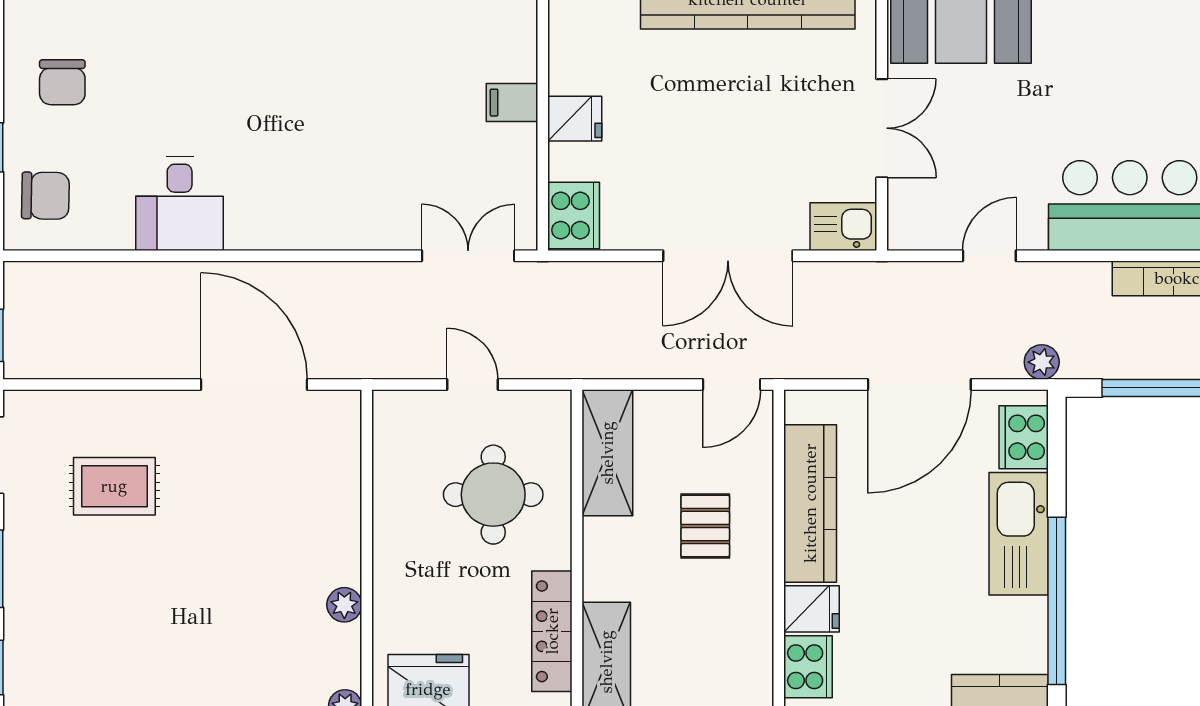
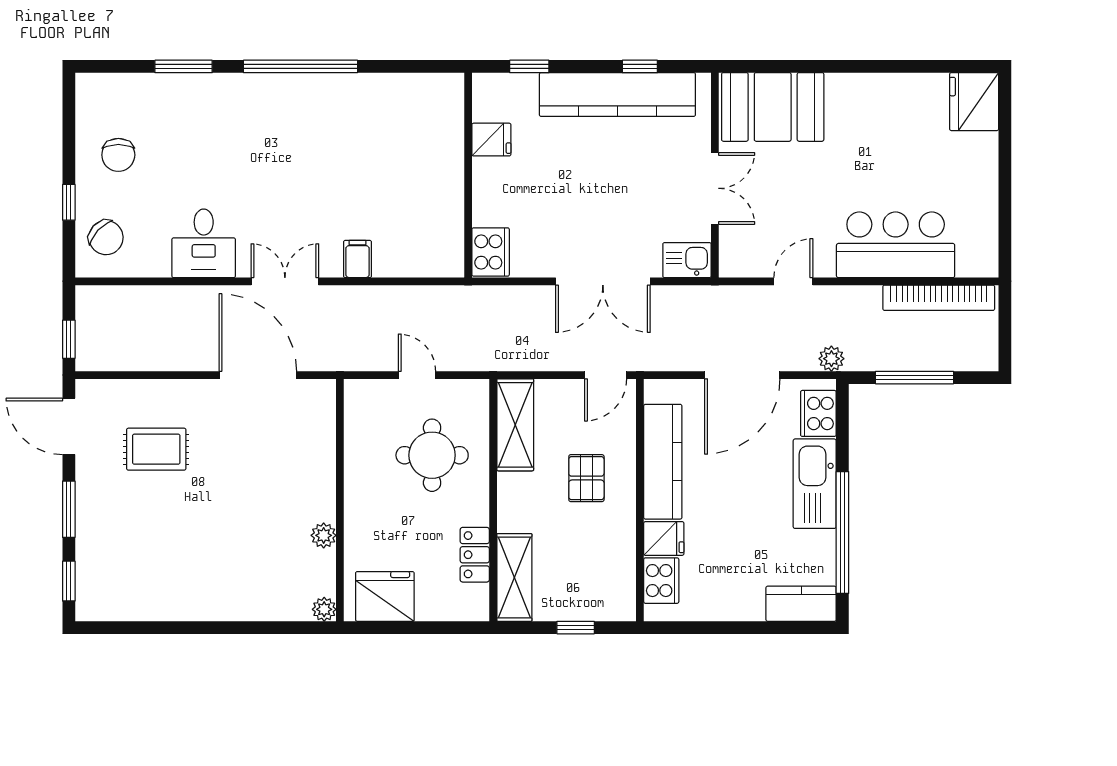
filing cabinet: (512, 103) -> (357, 259), moved, turned 90
fridge: (575, 119) -> (491, 140), moved
chair: (45, 196) -> (106, 238), turned 42
double door: (468, 256) -> (285, 281), moved
locker: (552, 631) -> (475, 555), width x0.66

